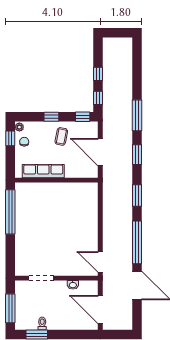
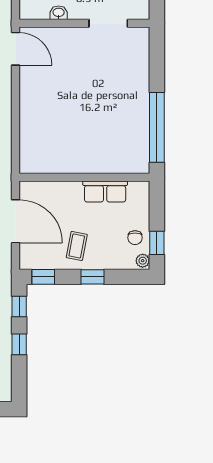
row of seats: (43, 171) -> (105, 191), width x0.68

